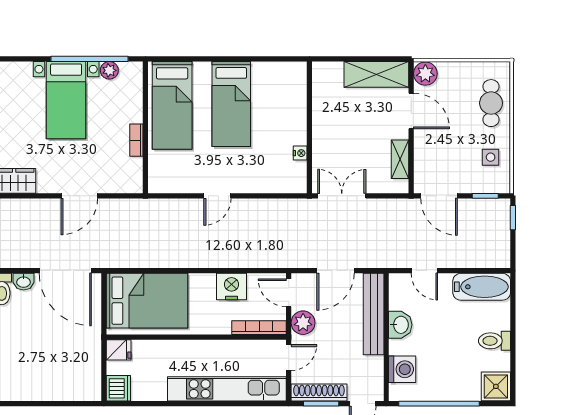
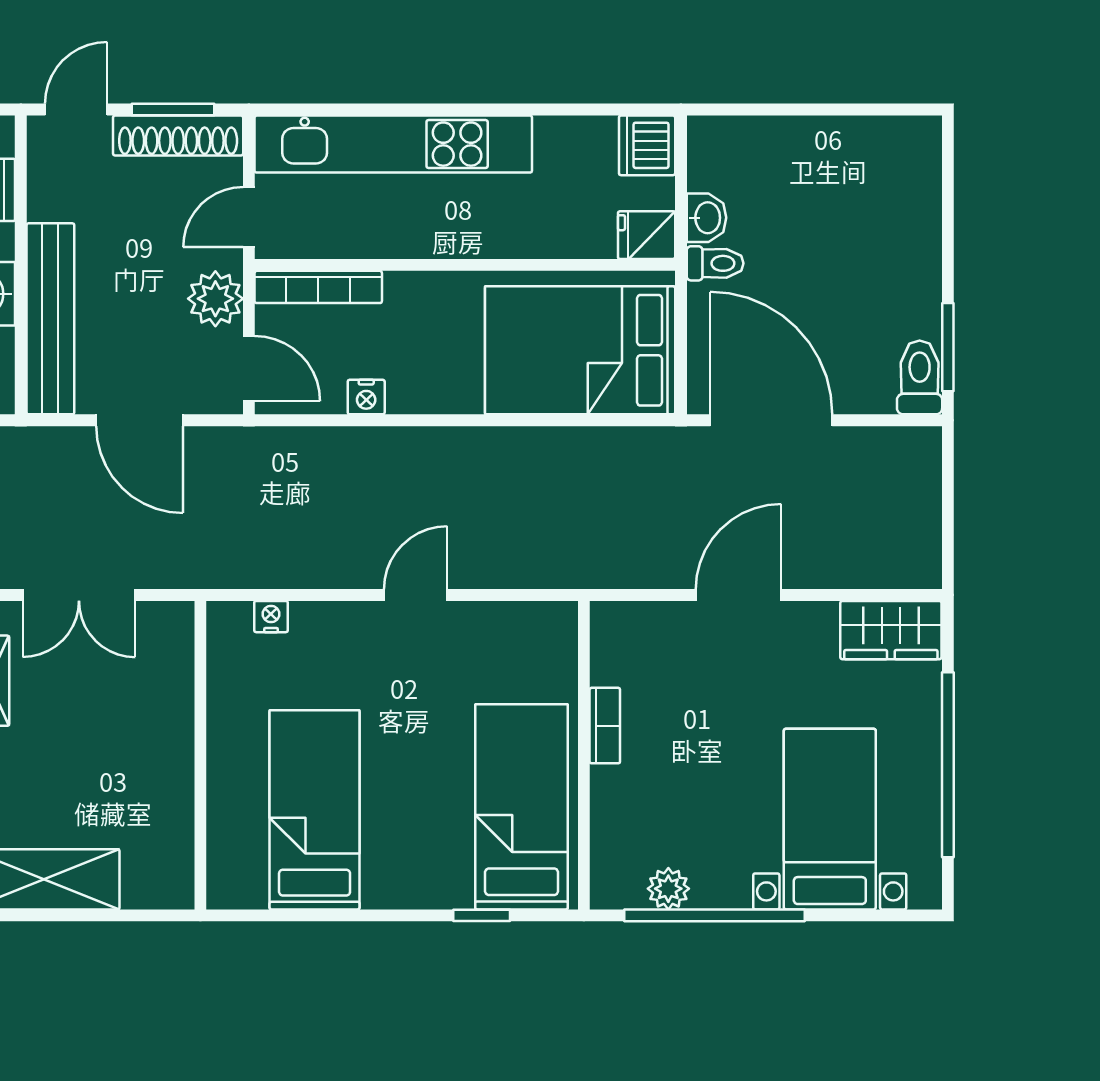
window: (189, 59) -> (482, 915), added
bed with nightstands: (66, 100) -> (830, 819), moved
bed: (231, 104) -> (315, 810), moved
nightstand: (300, 153) -> (271, 617), moved, turned 90
double door: (342, 196) -> (79, 595), moved
door: (335, 271) -> (140, 420), swing flipped
washbasin: (24, 282) -> (706, 218), moved, turned 90
nightstand: (232, 287) -> (366, 397), width x0.53, depth x0.56
toilet: (89, 338) -> (715, 263), added

